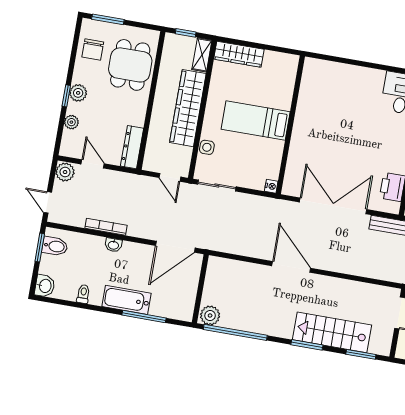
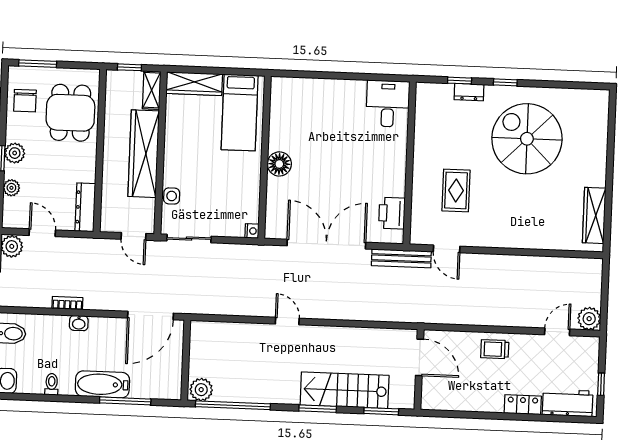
bed: (256, 121) -> (240, 113), moved, turned -90
floor lamp: (302, 132) -> (279, 164), added
bookcase: (106, 227) -> (67, 303), width x0.64
door: (291, 267) -> (287, 321), width x0.53

